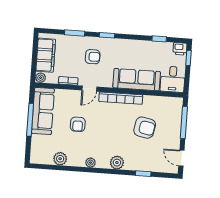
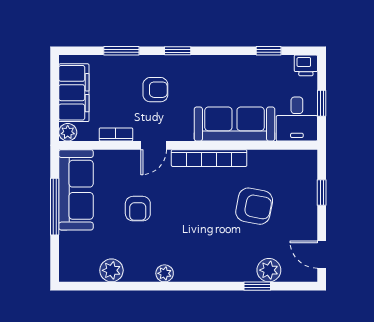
window: (188, 58) -> (322, 103), moved
window: (184, 122) -> (322, 192), width x0.46
plant: (117, 163) -> (269, 270), moved

